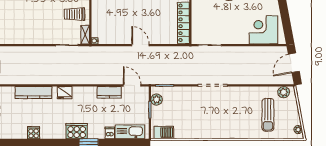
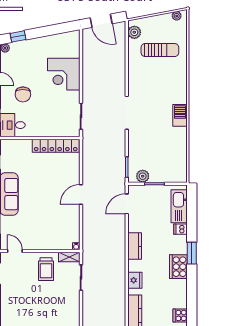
corner desk: (263, 30) -> (64, 74), moved
kitchen counter: (109, 92) -> (135, 246), moved
barbecue: (164, 133) -> (180, 115), moved

